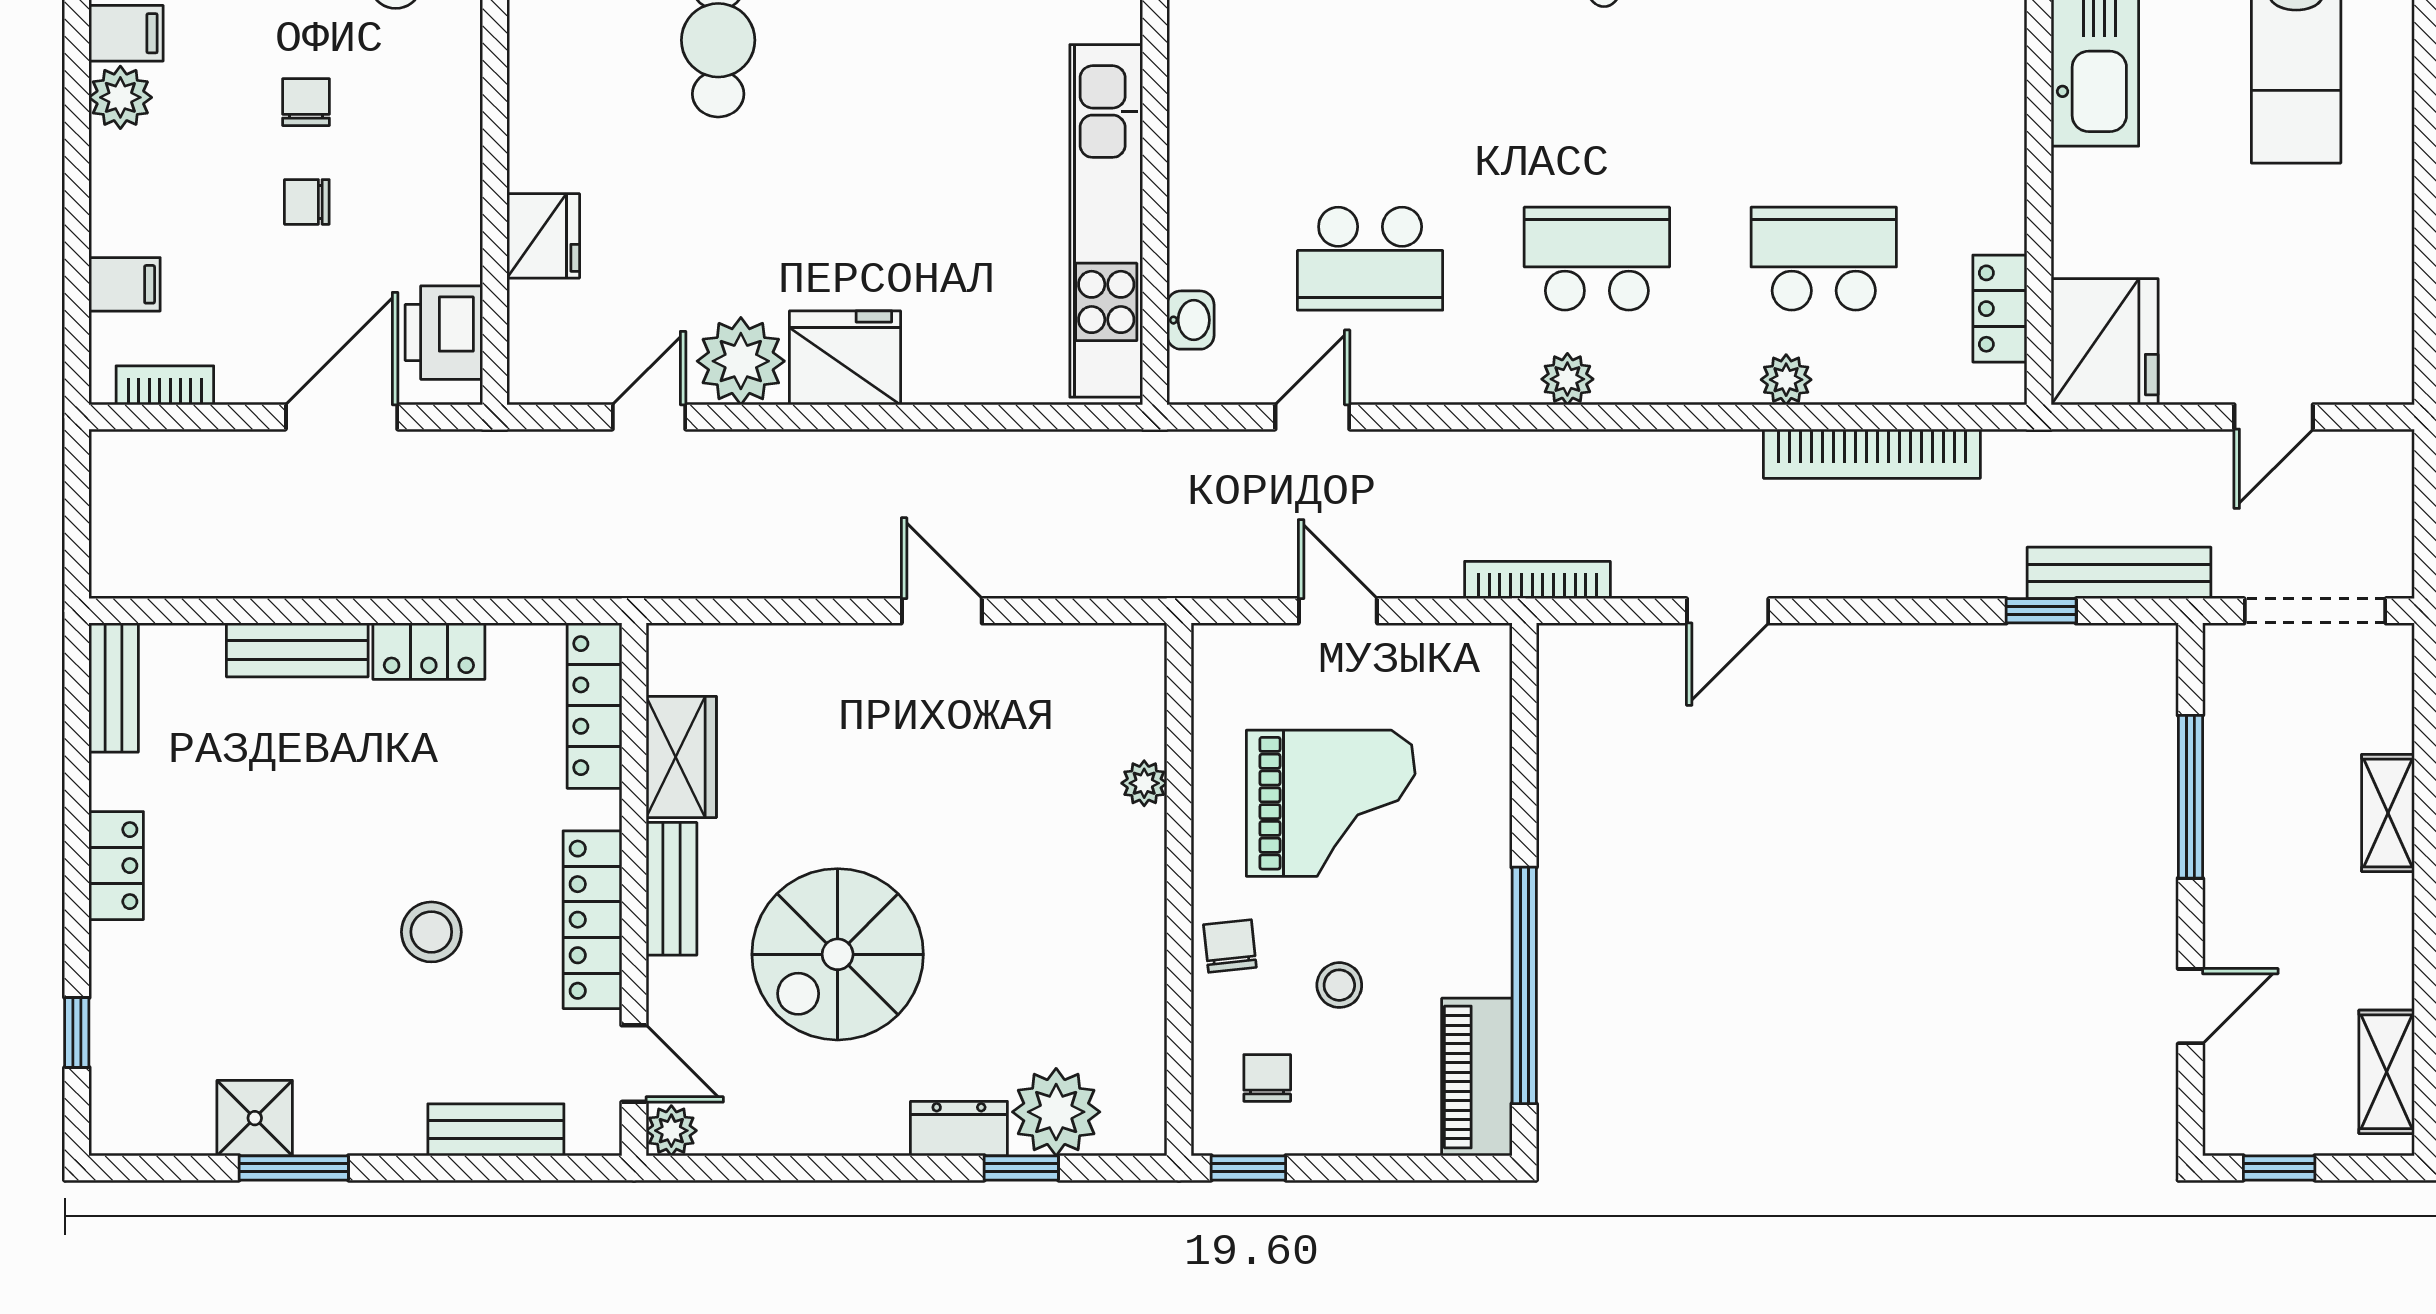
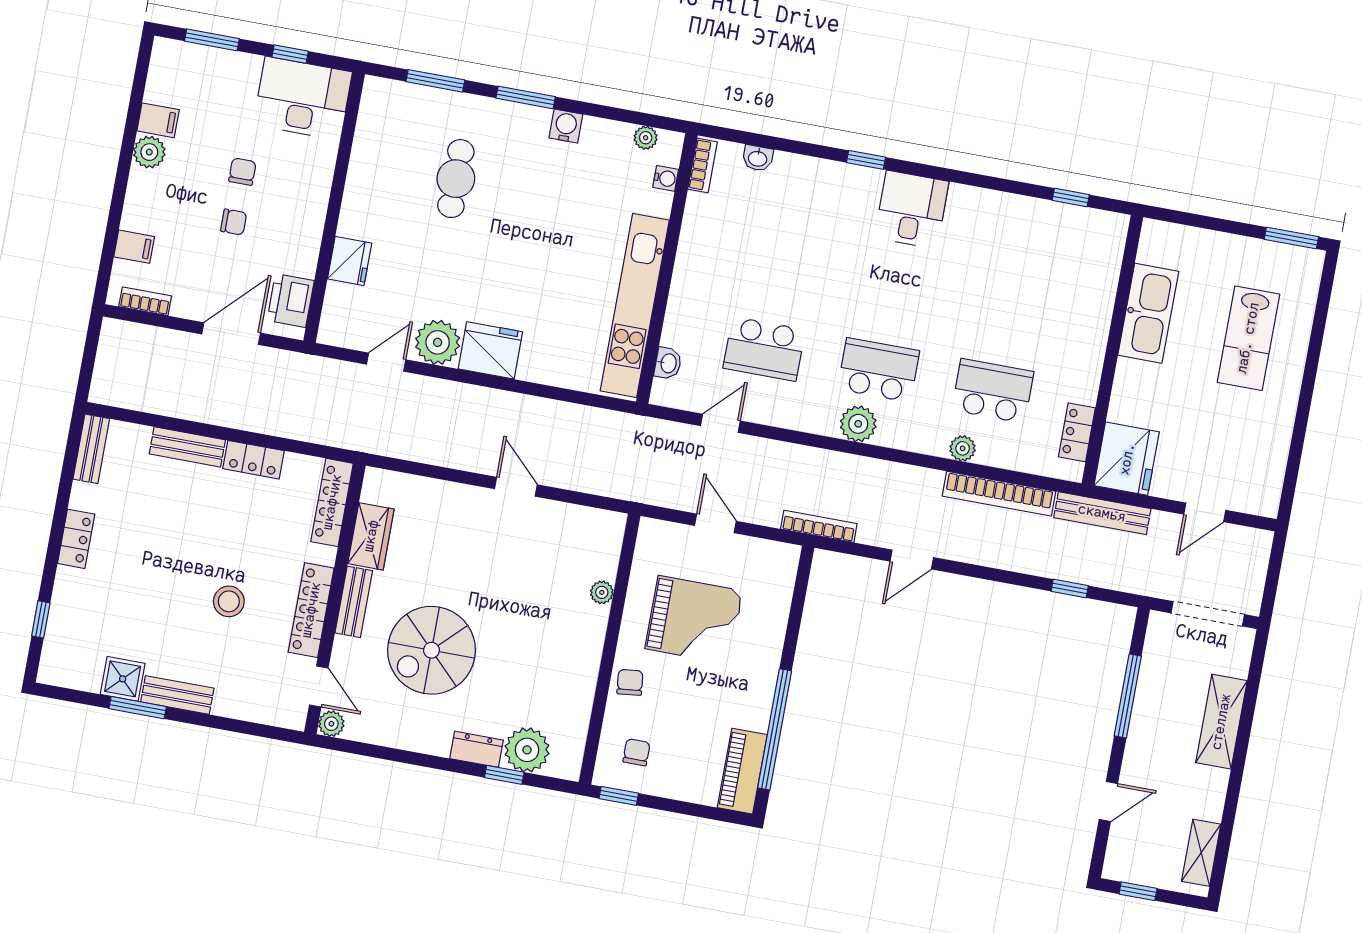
chair: (307, 202) -> (234, 222), turned 180
plant: (1567, 379) -> (858, 424), width x1.38, depth x1.38
bench: (2119, 573) -> (1102, 513), moved
shelving: (2388, 813) -> (1221, 722), width x1.50, depth x1.33
stool: (1339, 985) -> (681, 712), removed
bench: (496, 1130) -> (177, 695), moved

